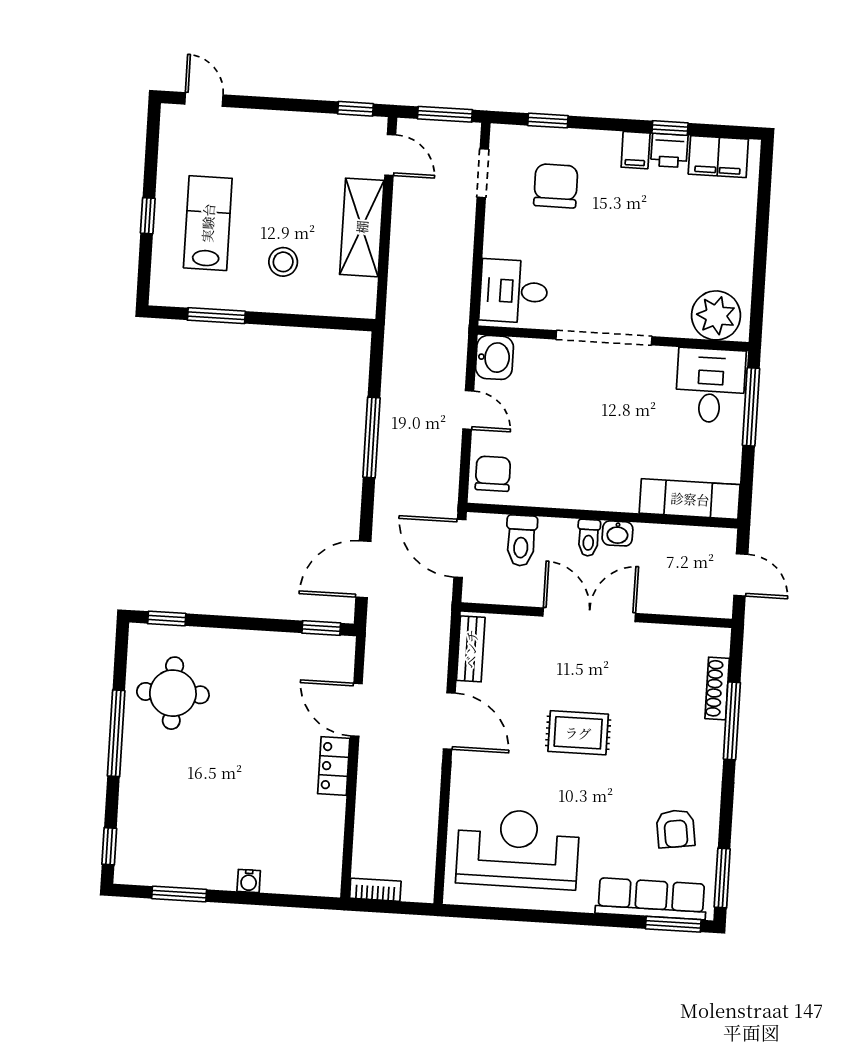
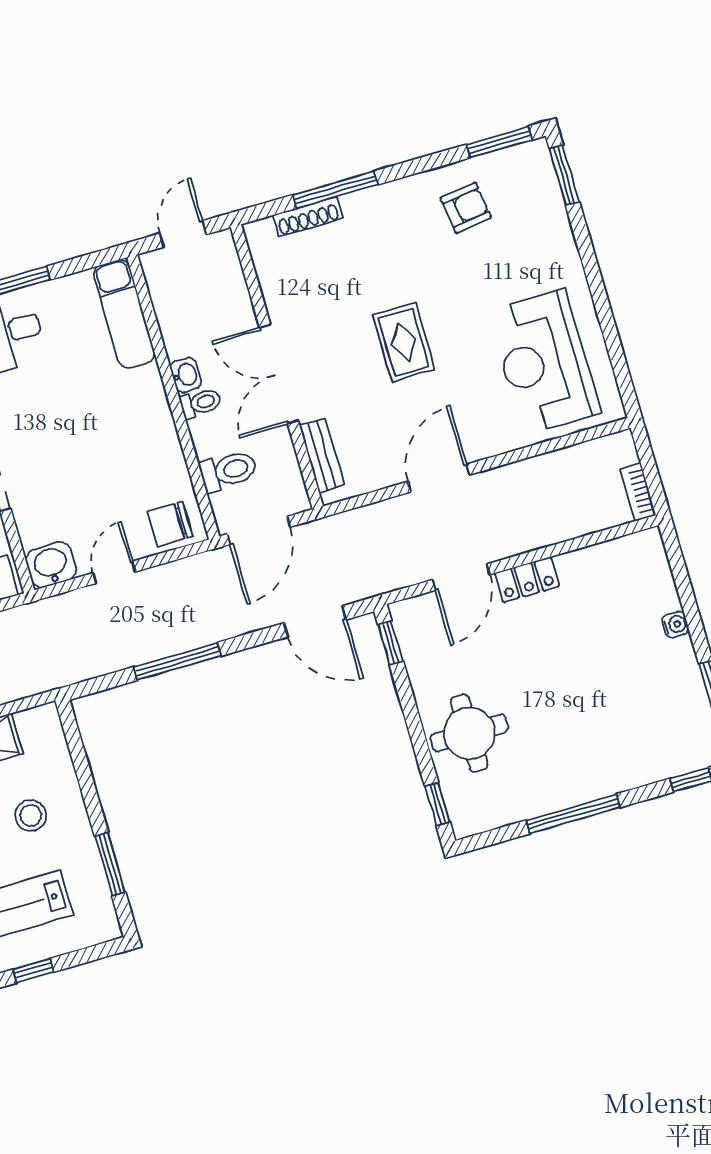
bench: (471, 649) -> (322, 455), moved, turned 90
round table: (173, 693) -> (469, 733), moved
row of seats: (651, 899) -> (546, 207), removed

